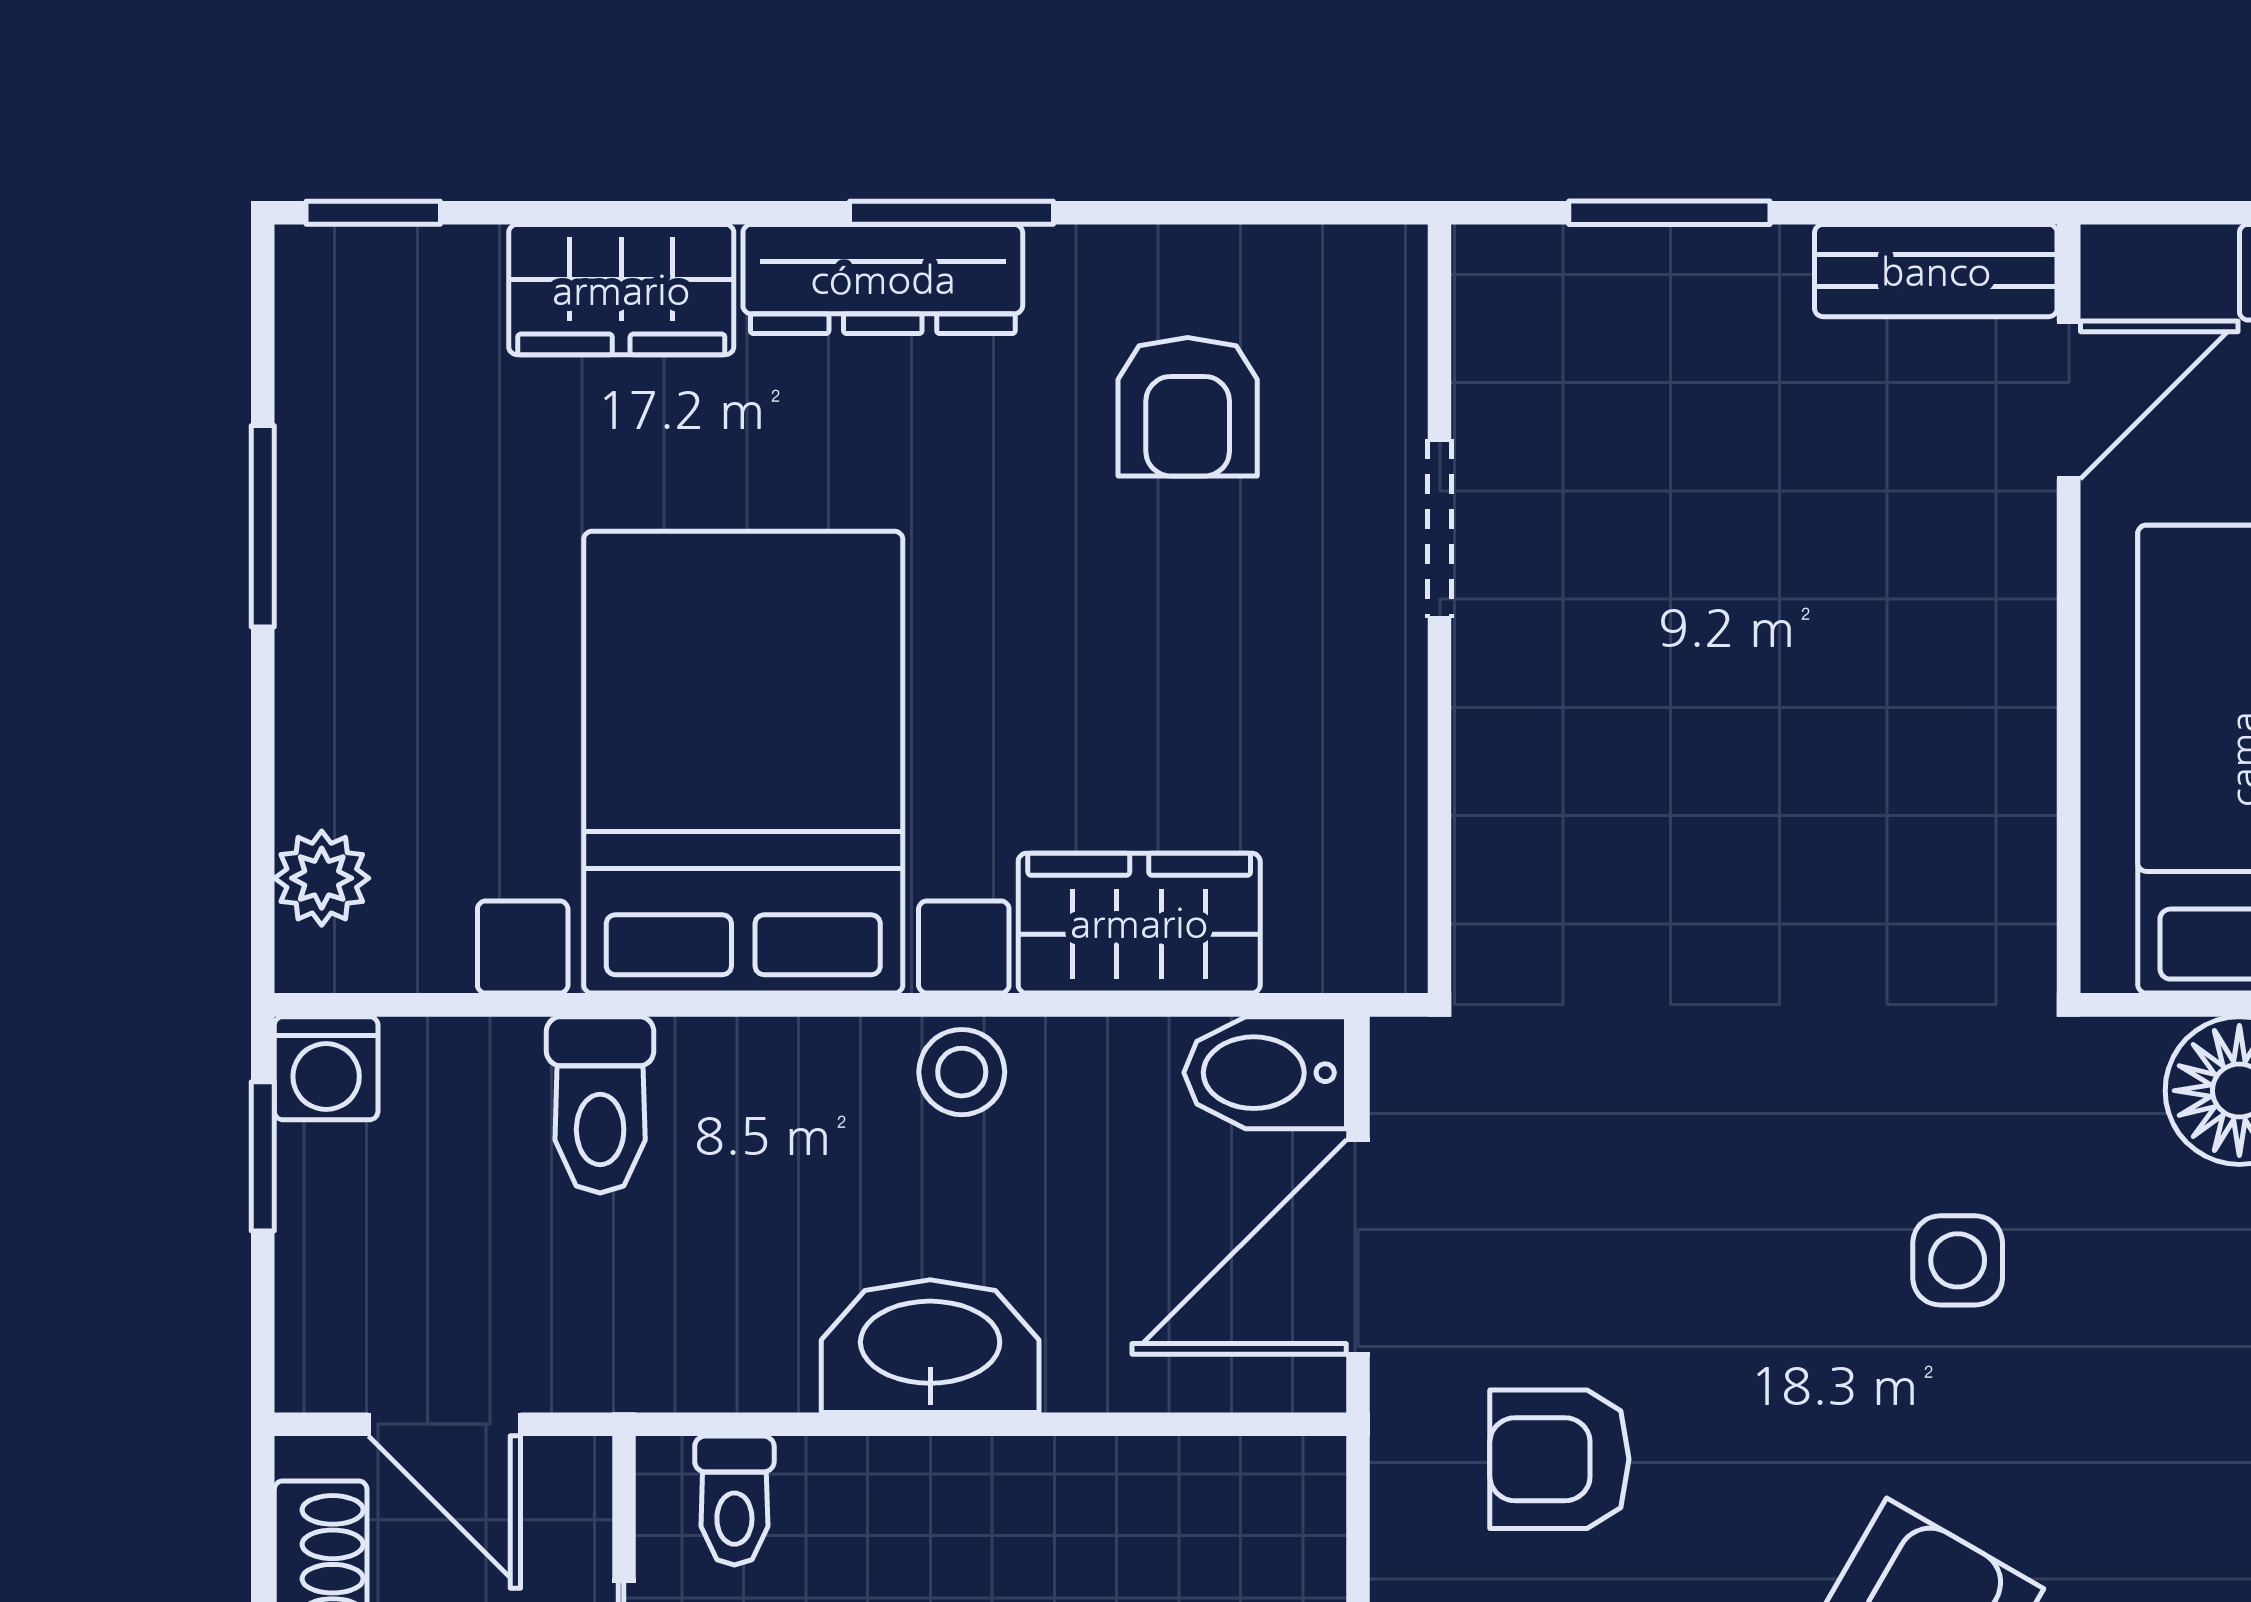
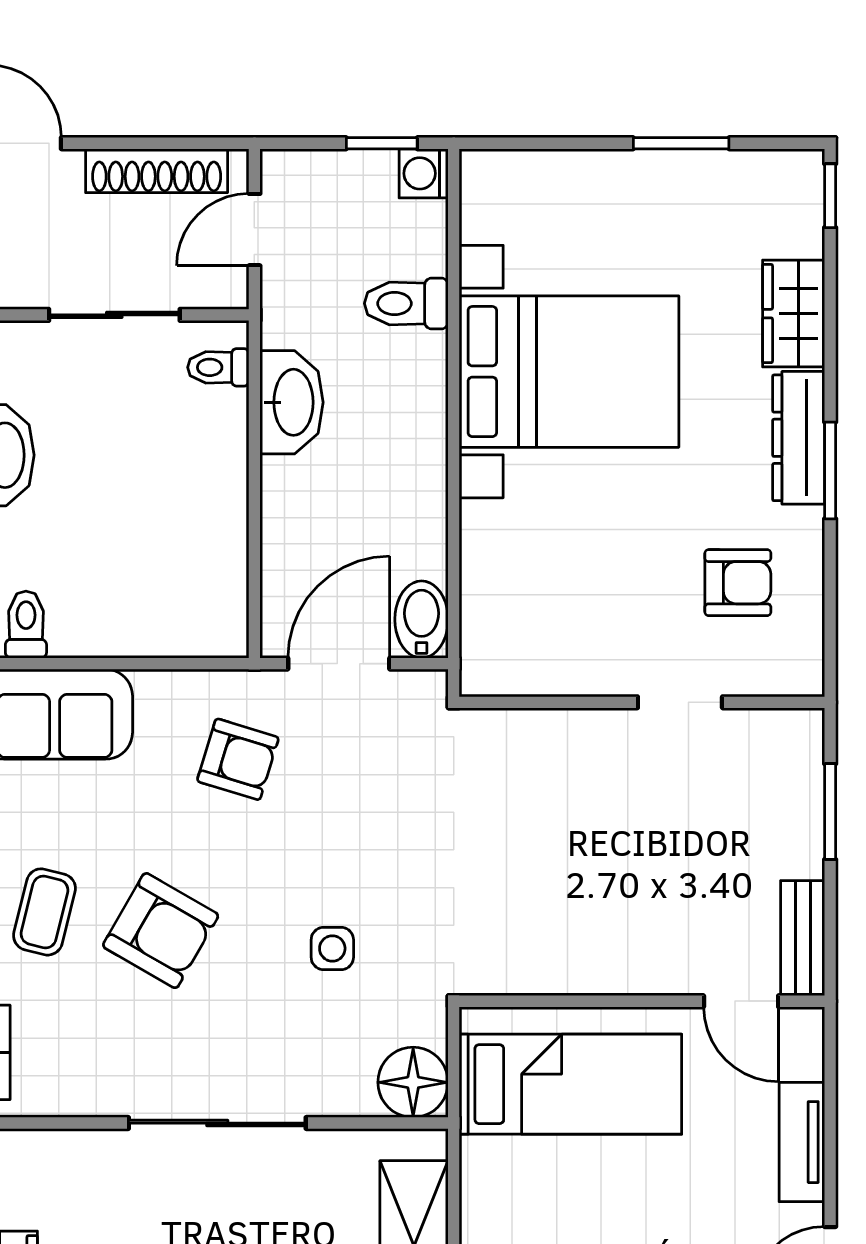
armchair: (1188, 407) -> (738, 583), turned 180
plant: (322, 878) -> (514, 171), removed
wardrobe: (1139, 923) -> (493, 560), removed
stool: (962, 1072) -> (422, 475), removed
door: (1358, 1247) -> (339, 664), hinge flipped
washbasin: (930, 1346) -> (292, 402), moved
armchair: (1559, 1459) -> (238, 759), turned 107

